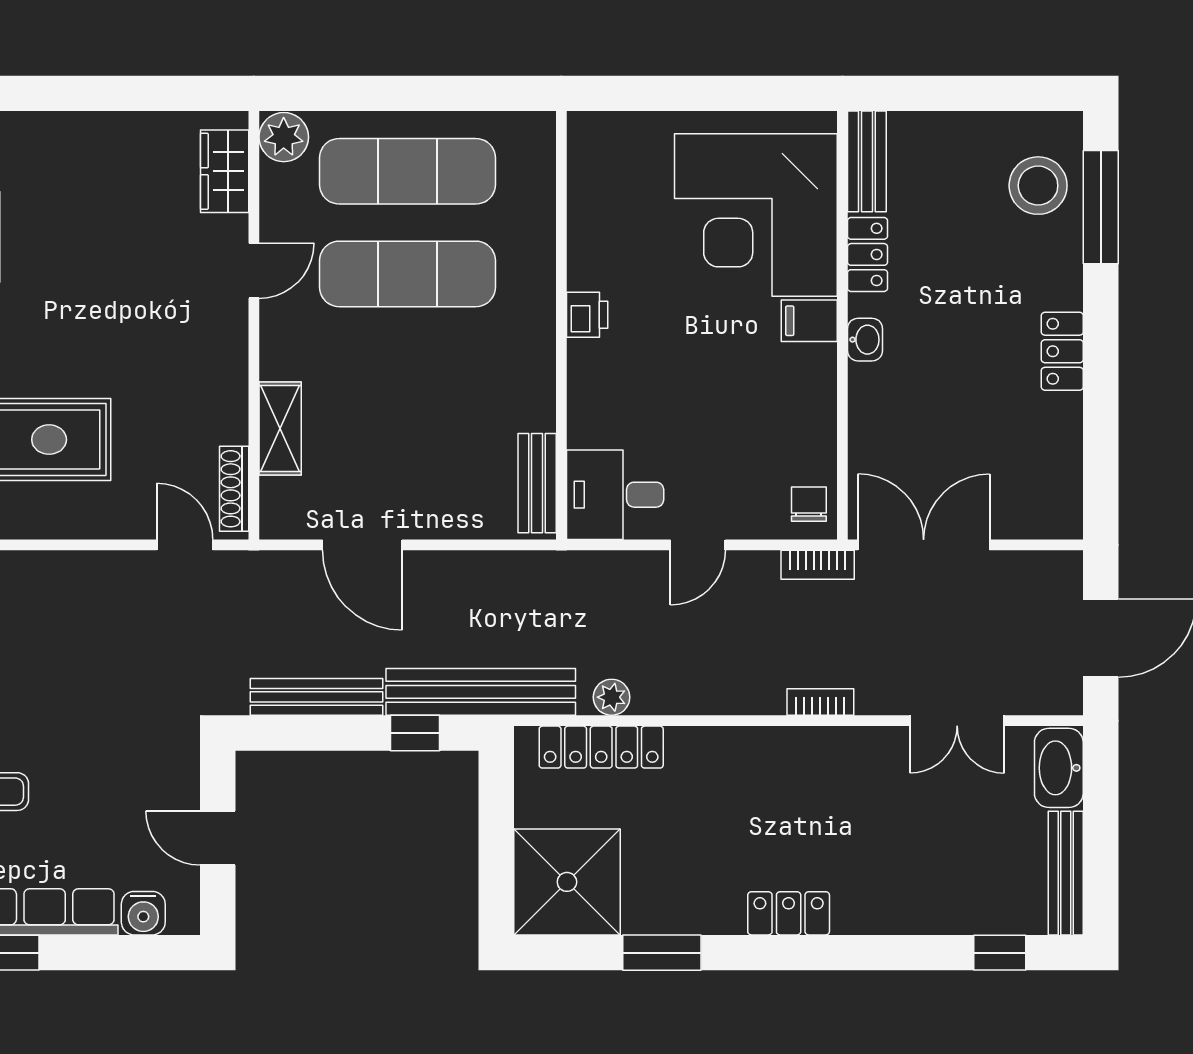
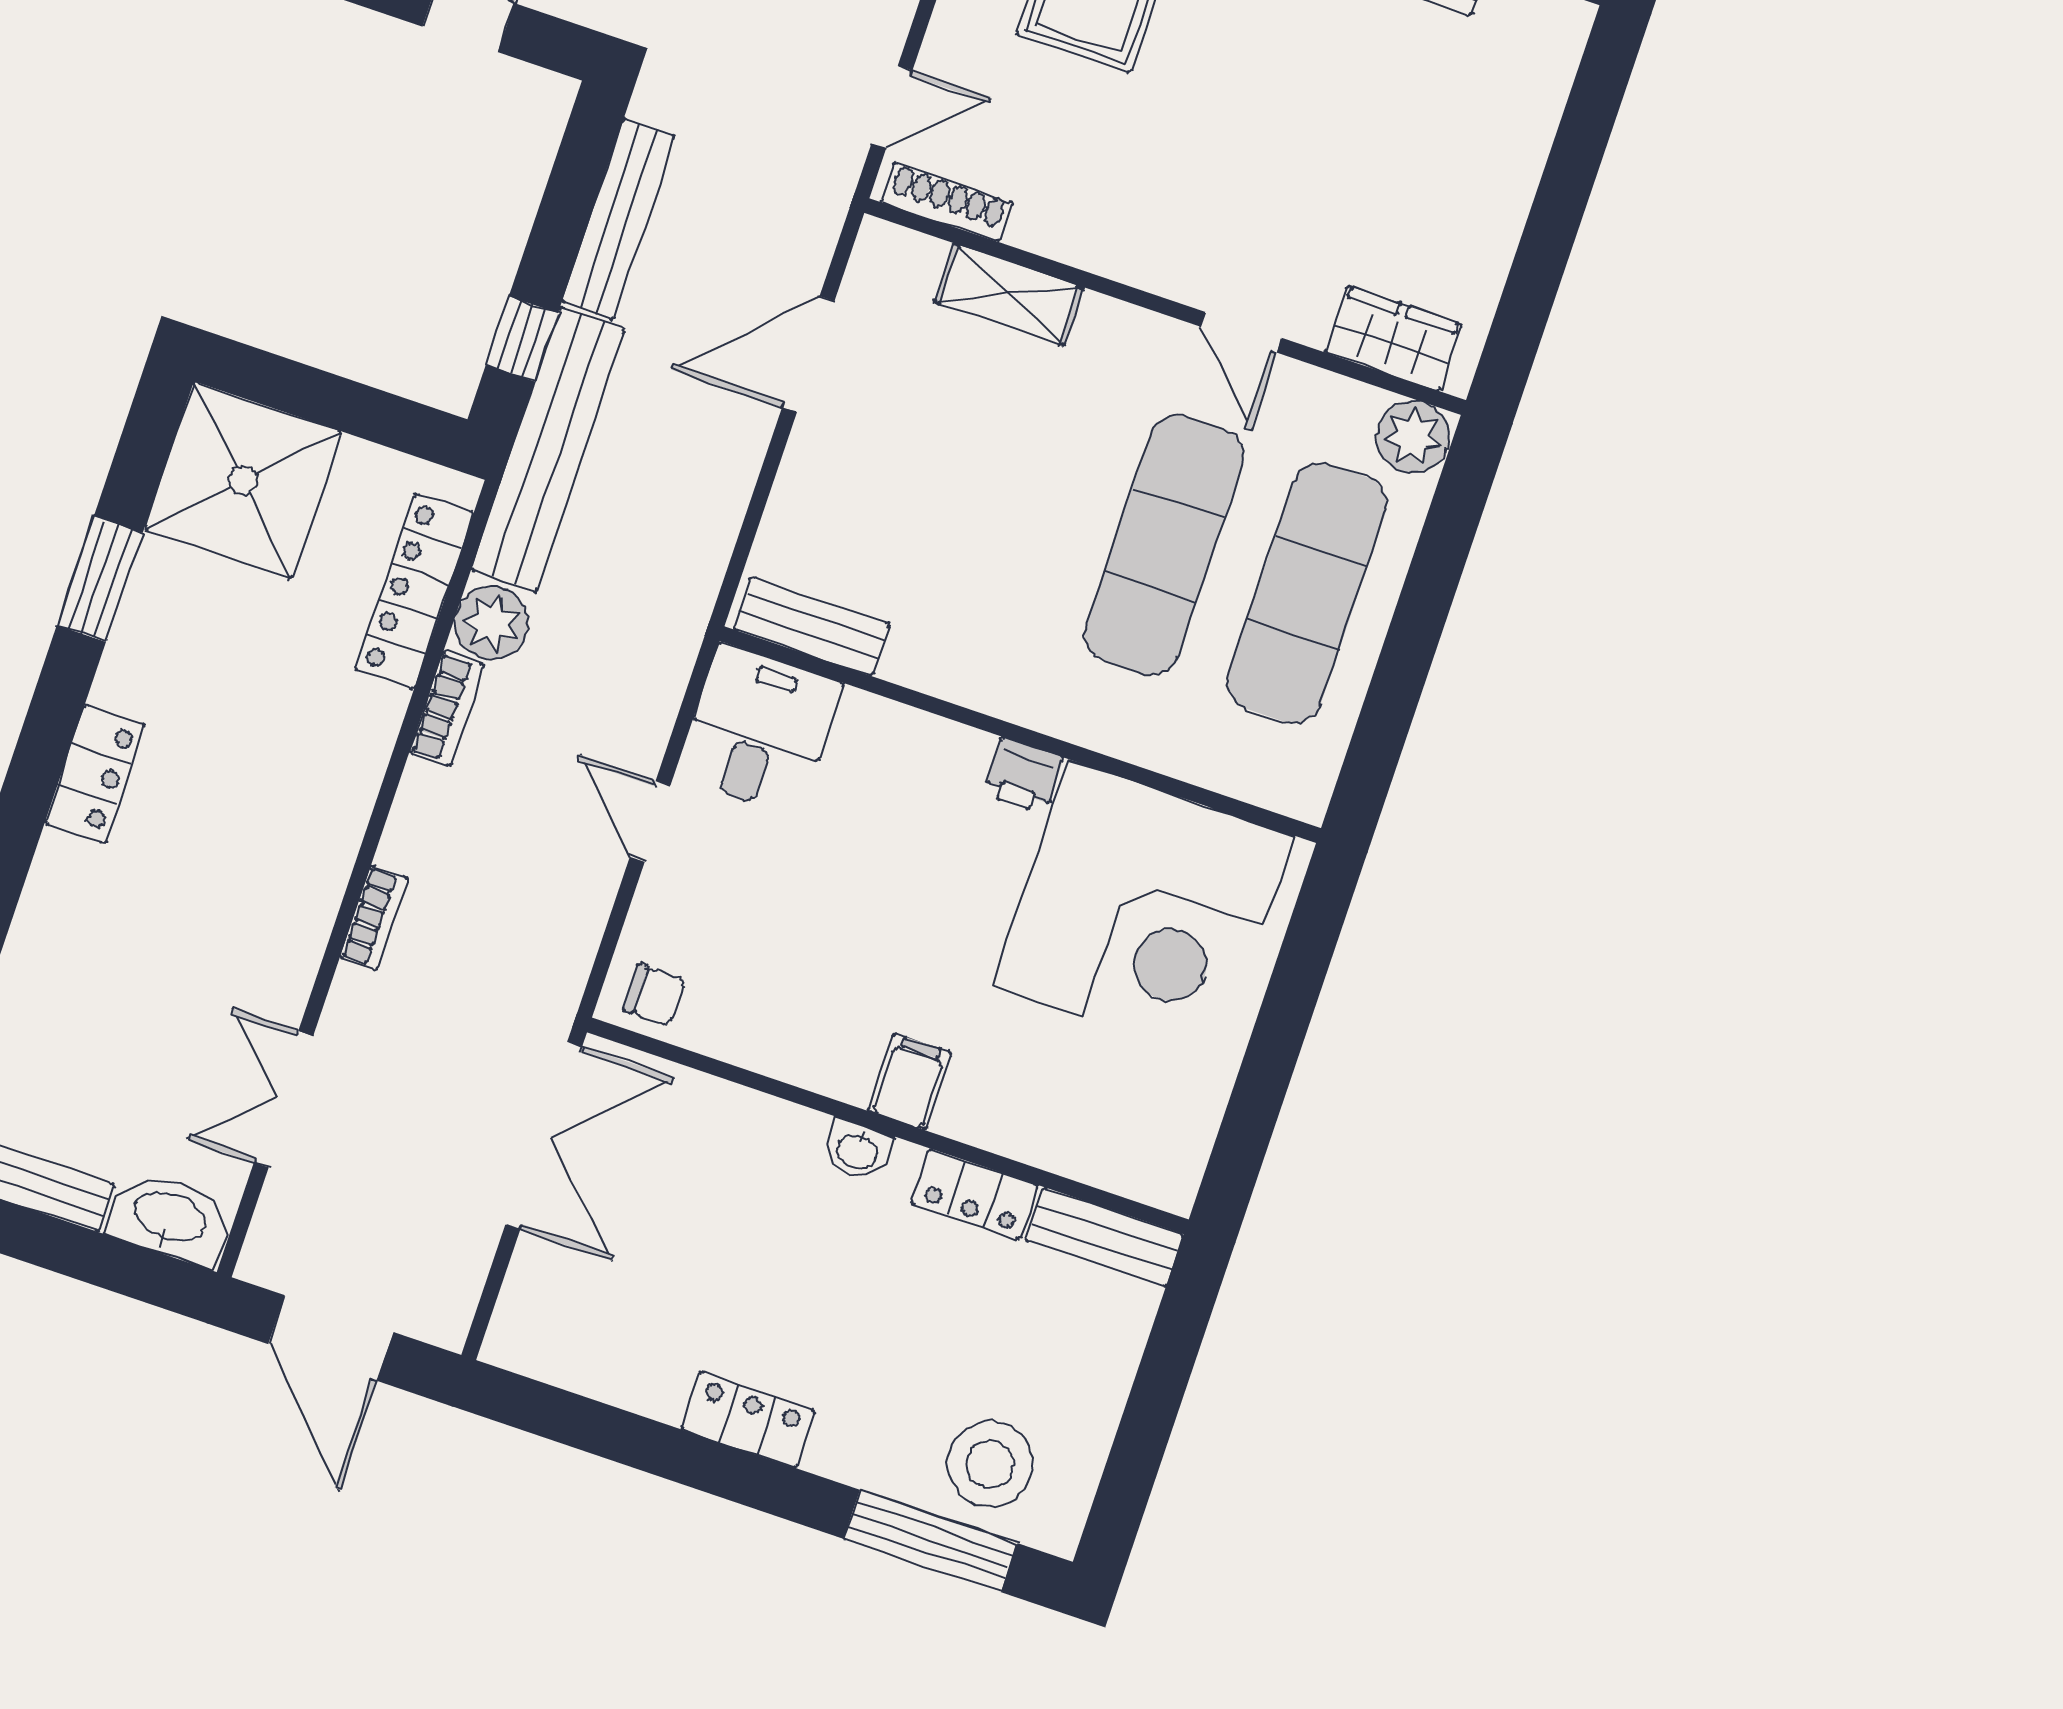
corner desk: (756, 215) -> (1144, 911), moved, turned 180
bookcase: (818, 565) -> (447, 709), moved, turned 180
plant: (612, 697) -> (492, 623), width x1.38, depth x1.38

